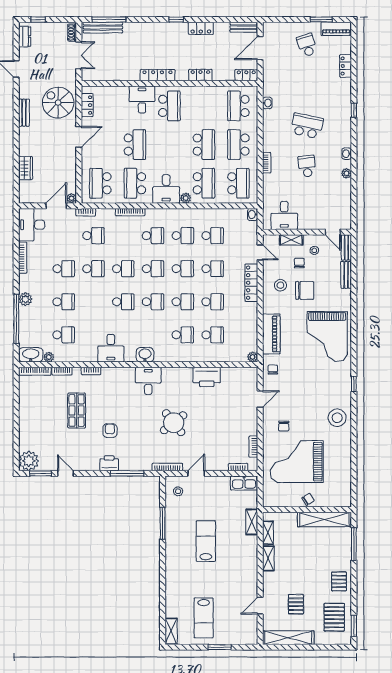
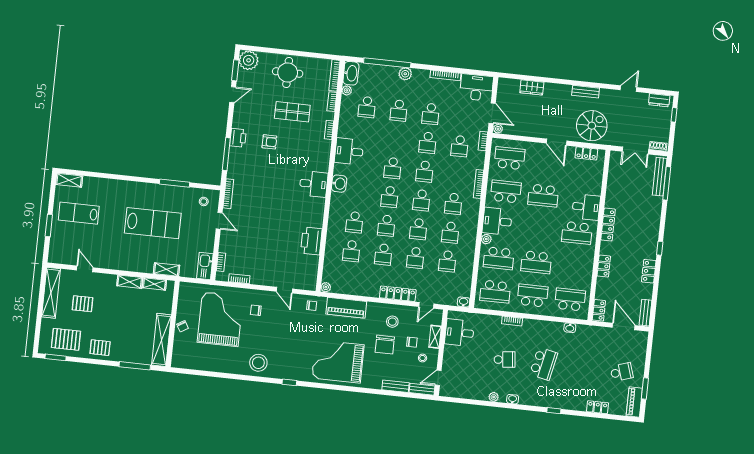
round table: (174, 423) -> (288, 72), moved, turned 38
lab bench: (206, 541) -> (153, 223), width x1.36, depth x1.39

